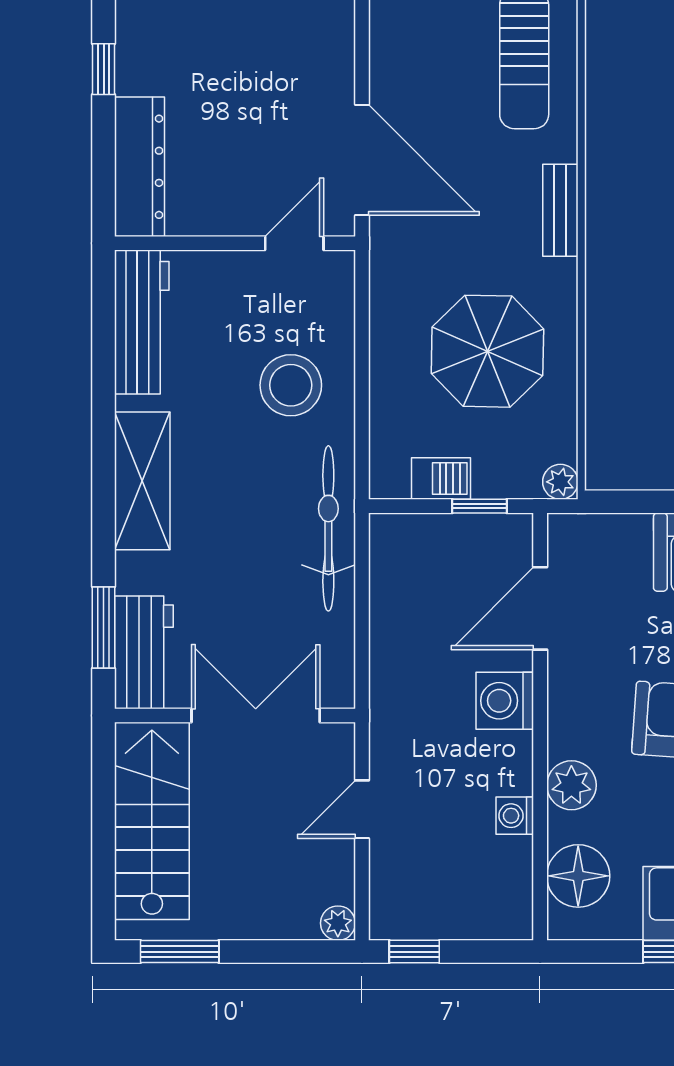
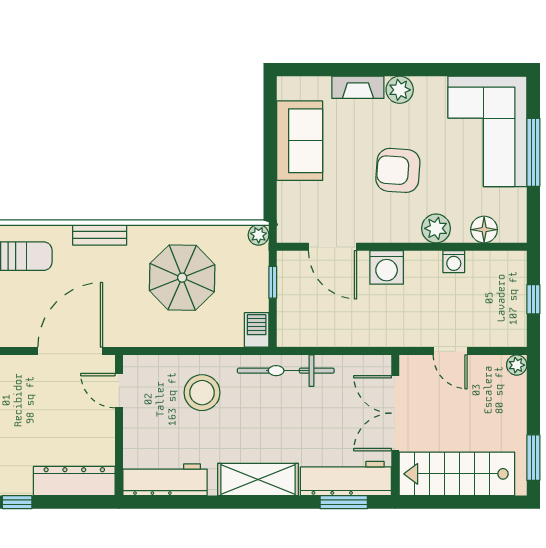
barbecue: (441, 479) -> (257, 330), moved
workbench: (144, 652) -> (346, 479), width x1.38
floor lamp: (578, 876) -> (484, 230), width x0.73, depth x0.73
window: (414, 952) -> (533, 299), moved

